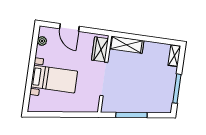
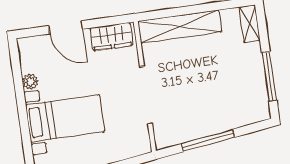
plant: (42, 41) -> (30, 82), moved
shelving: (127, 45) -> (180, 27), width x1.47
wardrobe: (100, 49) -> (111, 37), moved, turned -90

